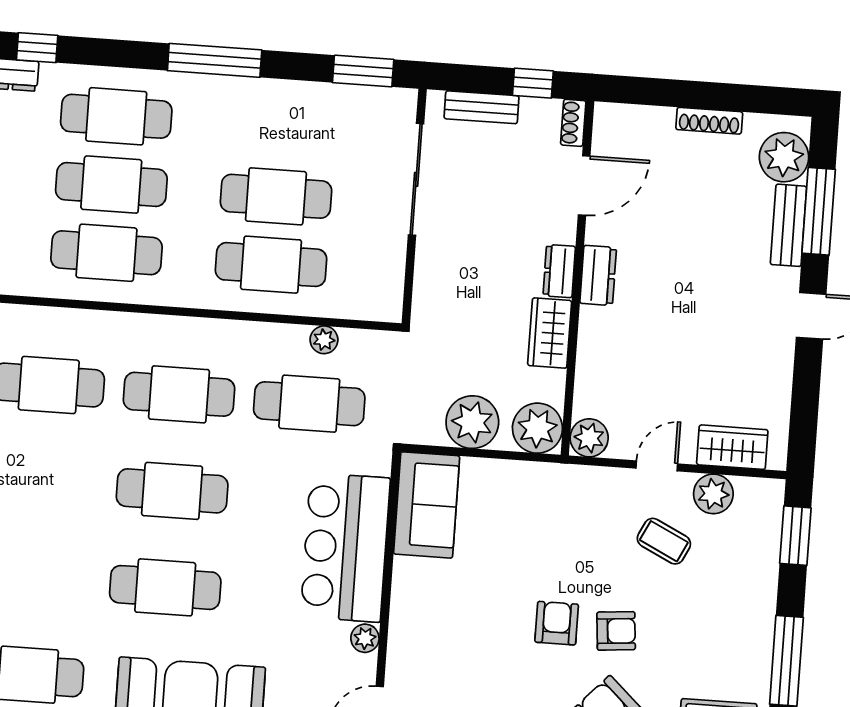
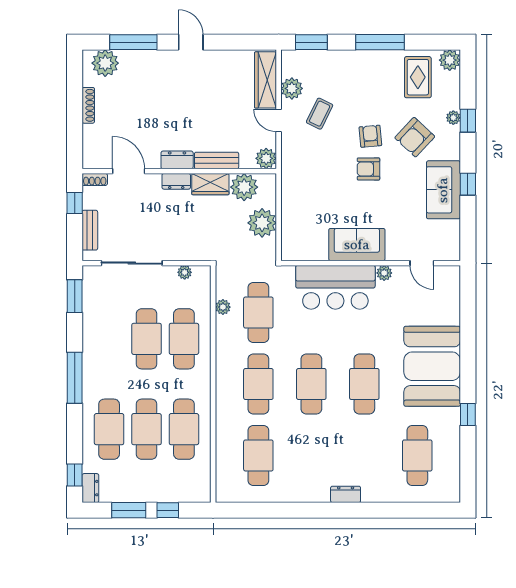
bench: (788, 225) -> (217, 160), moved
plant: (392, 274) -> (185, 272), added
plant: (537, 428) -> (244, 187), moved
wardrobe: (732, 447) -> (266, 80), width x1.50
sofa: (427, 505) -> (357, 245), moved

